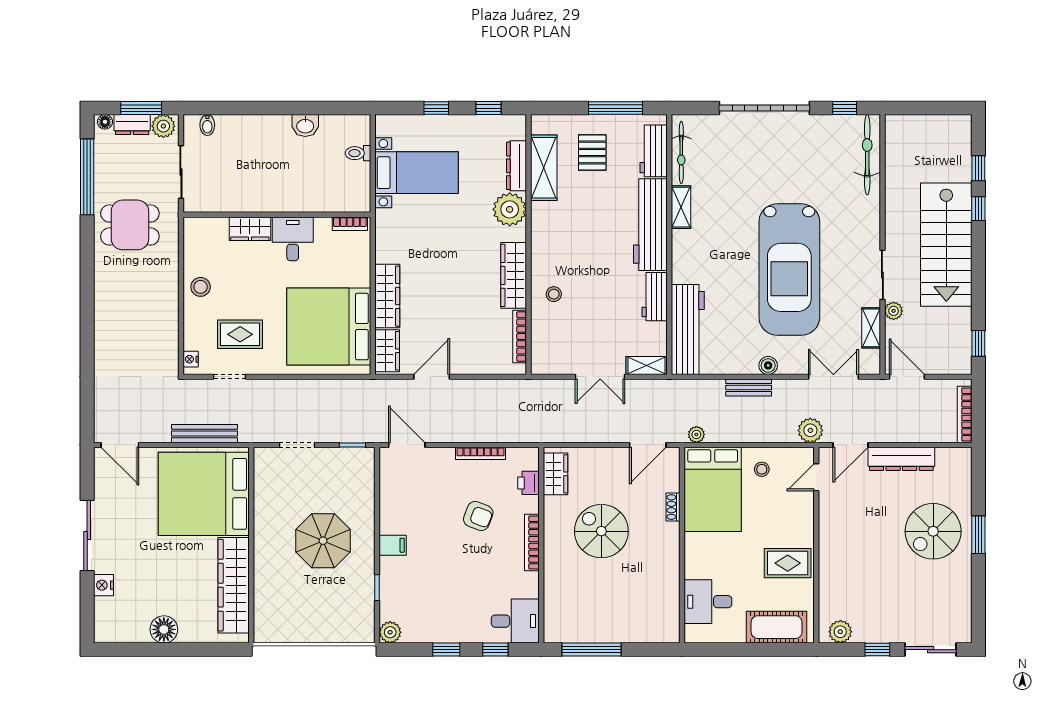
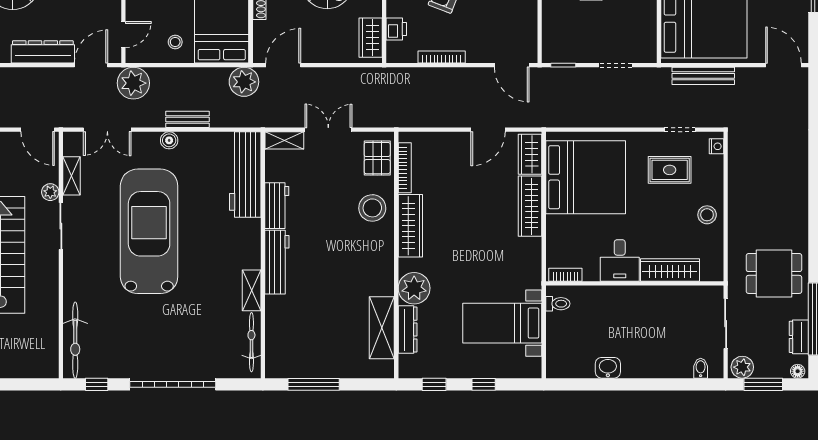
dresser: (132, 125) -> (799, 337), moved, turned -90
workbench: (654, 151) -> (278, 344), removed
toilet: (358, 153) -> (558, 304), moved
pallet: (592, 153) -> (377, 158), moved
workbench: (650, 225) -> (277, 262), width x0.73, depth x0.76
wardrobe: (250, 229) -> (670, 270), width x1.50
stool: (554, 294) -> (372, 208), width x1.89, depth x1.89
plant: (810, 430) -> (133, 83), width x1.36, depth x1.36
plant: (696, 435) -> (244, 82), width x1.87, depth x1.87

